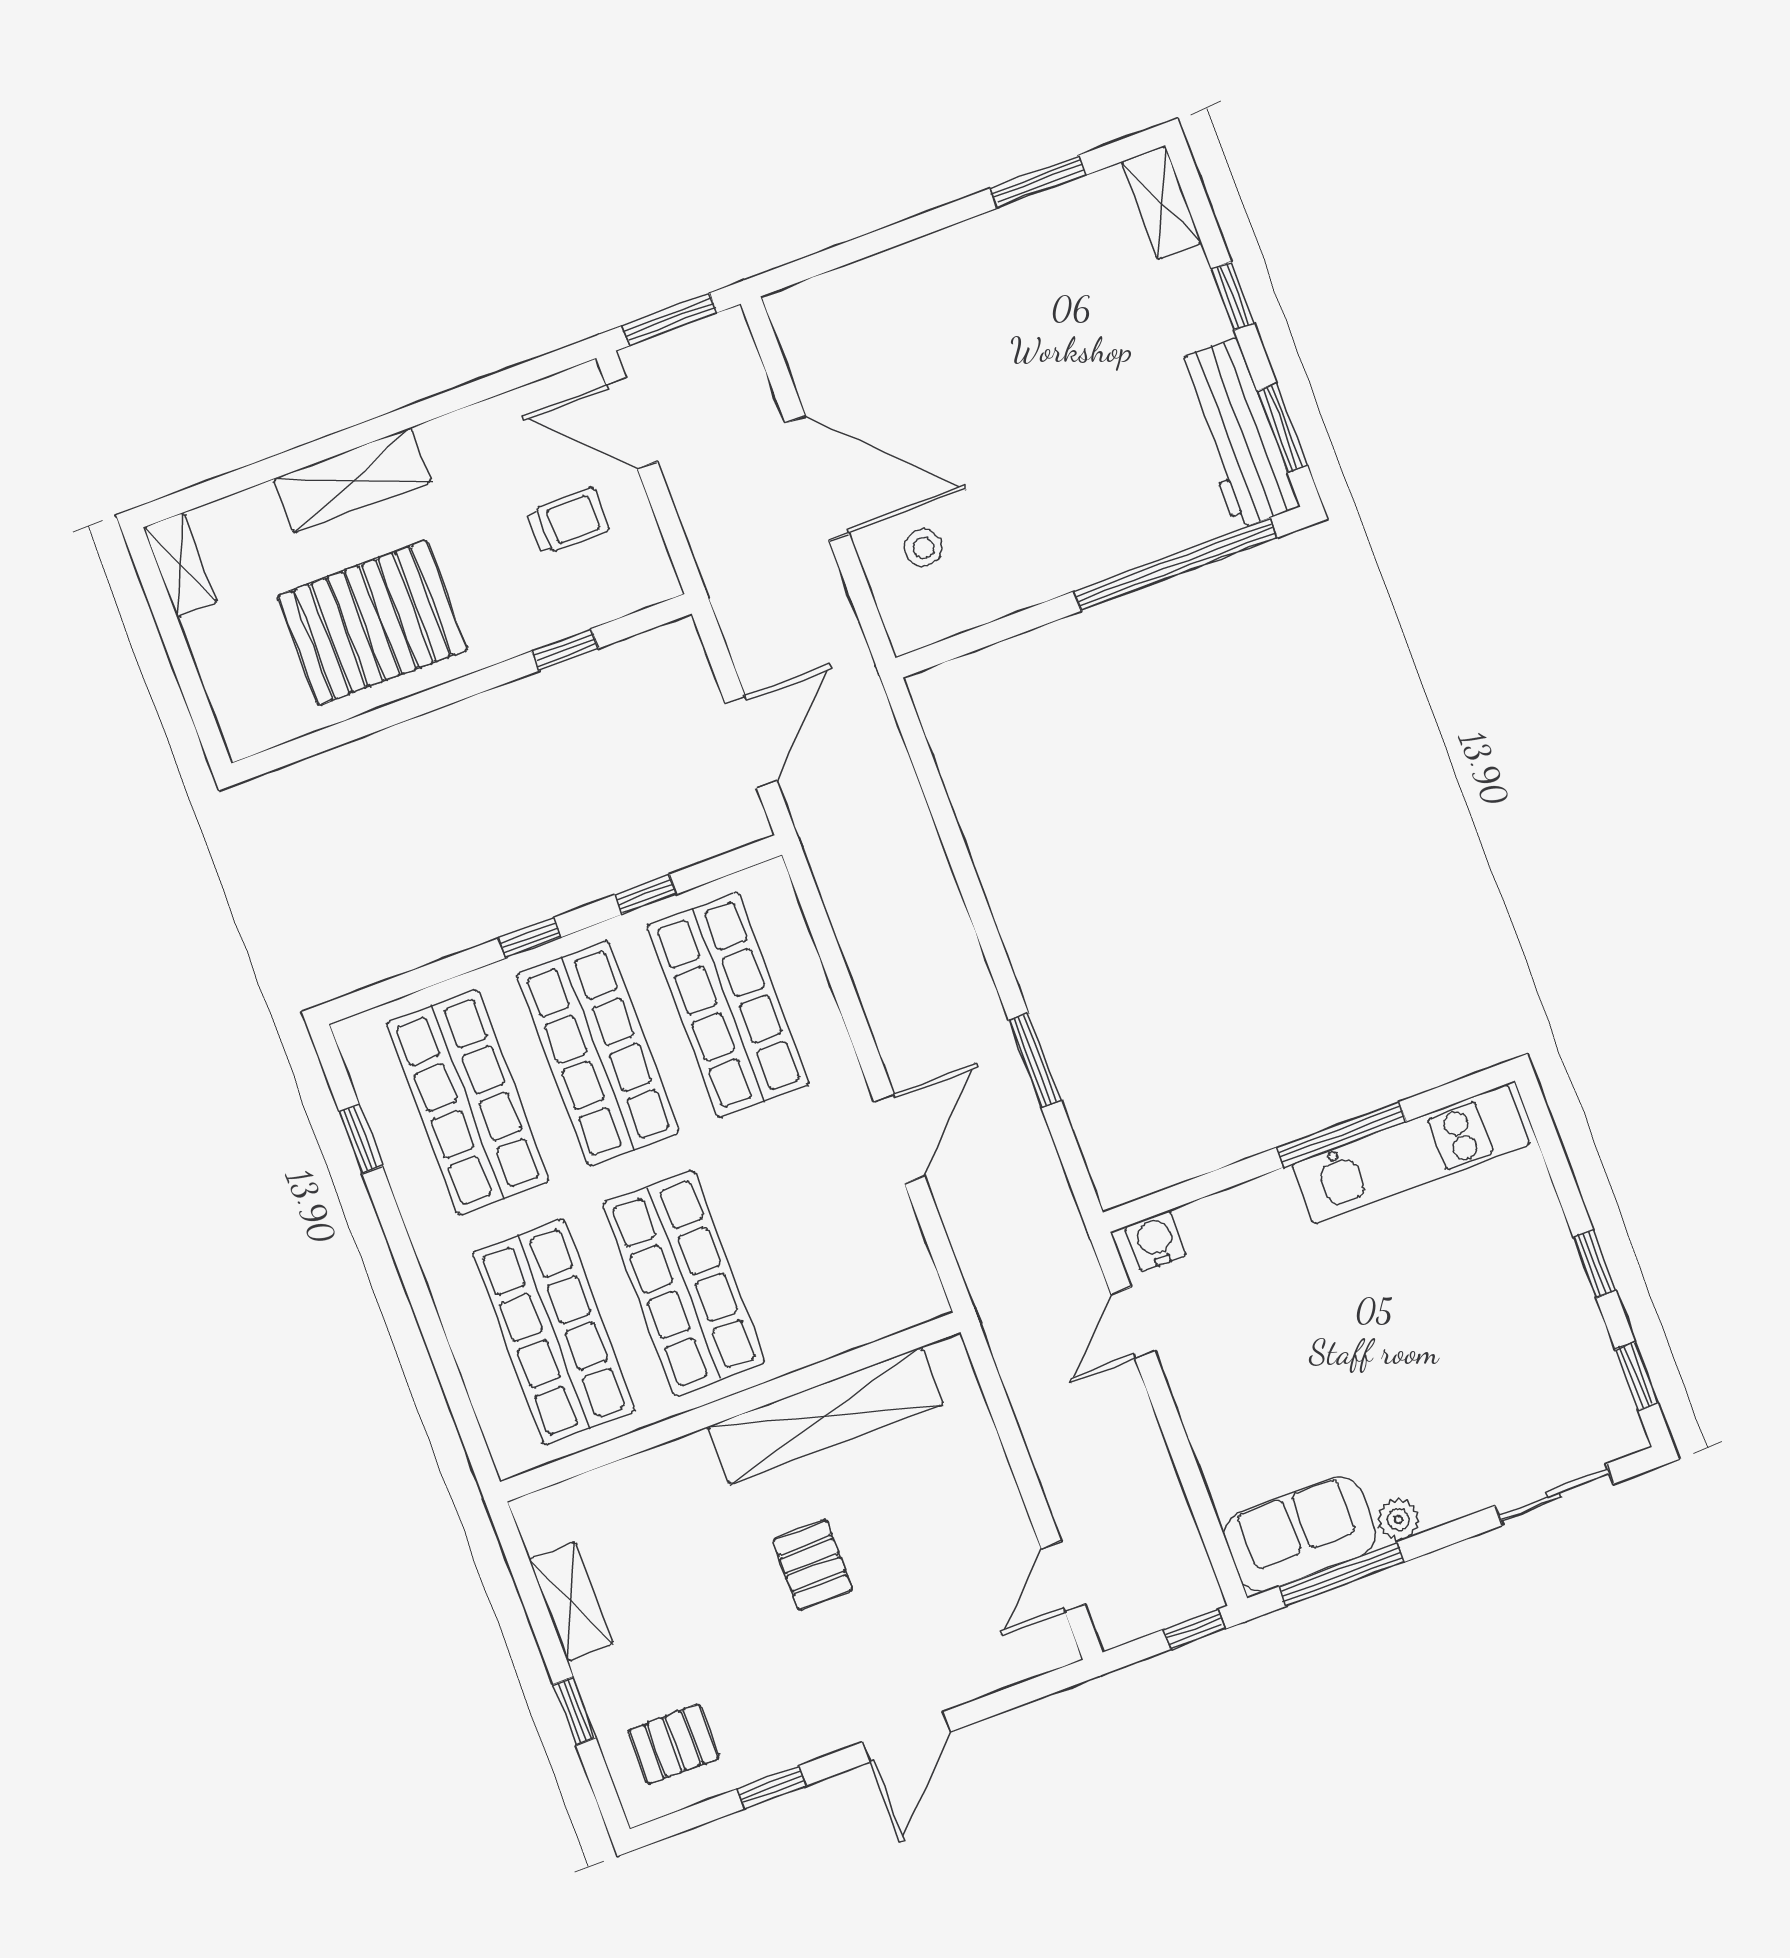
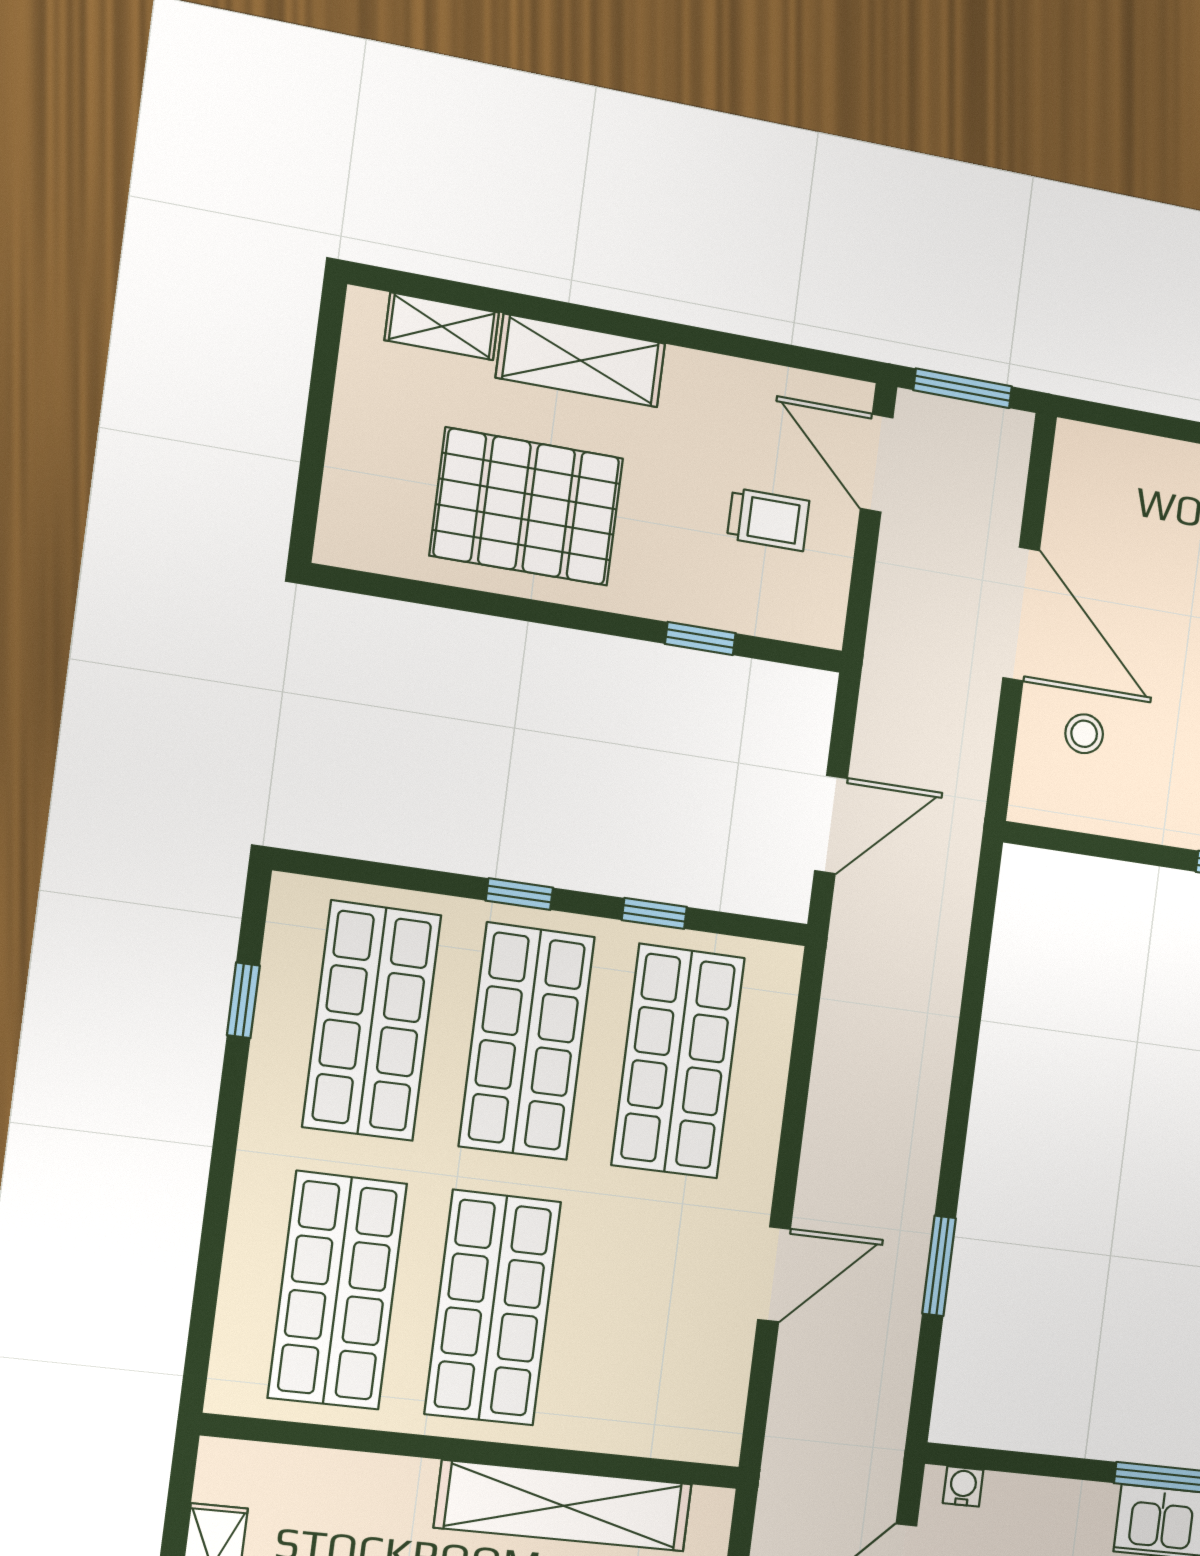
shelving: (180, 565) -> (442, 326), moved, turned 90
water cooler: (1155, 1241) -> (963, 1486), width x0.72, depth x0.72

